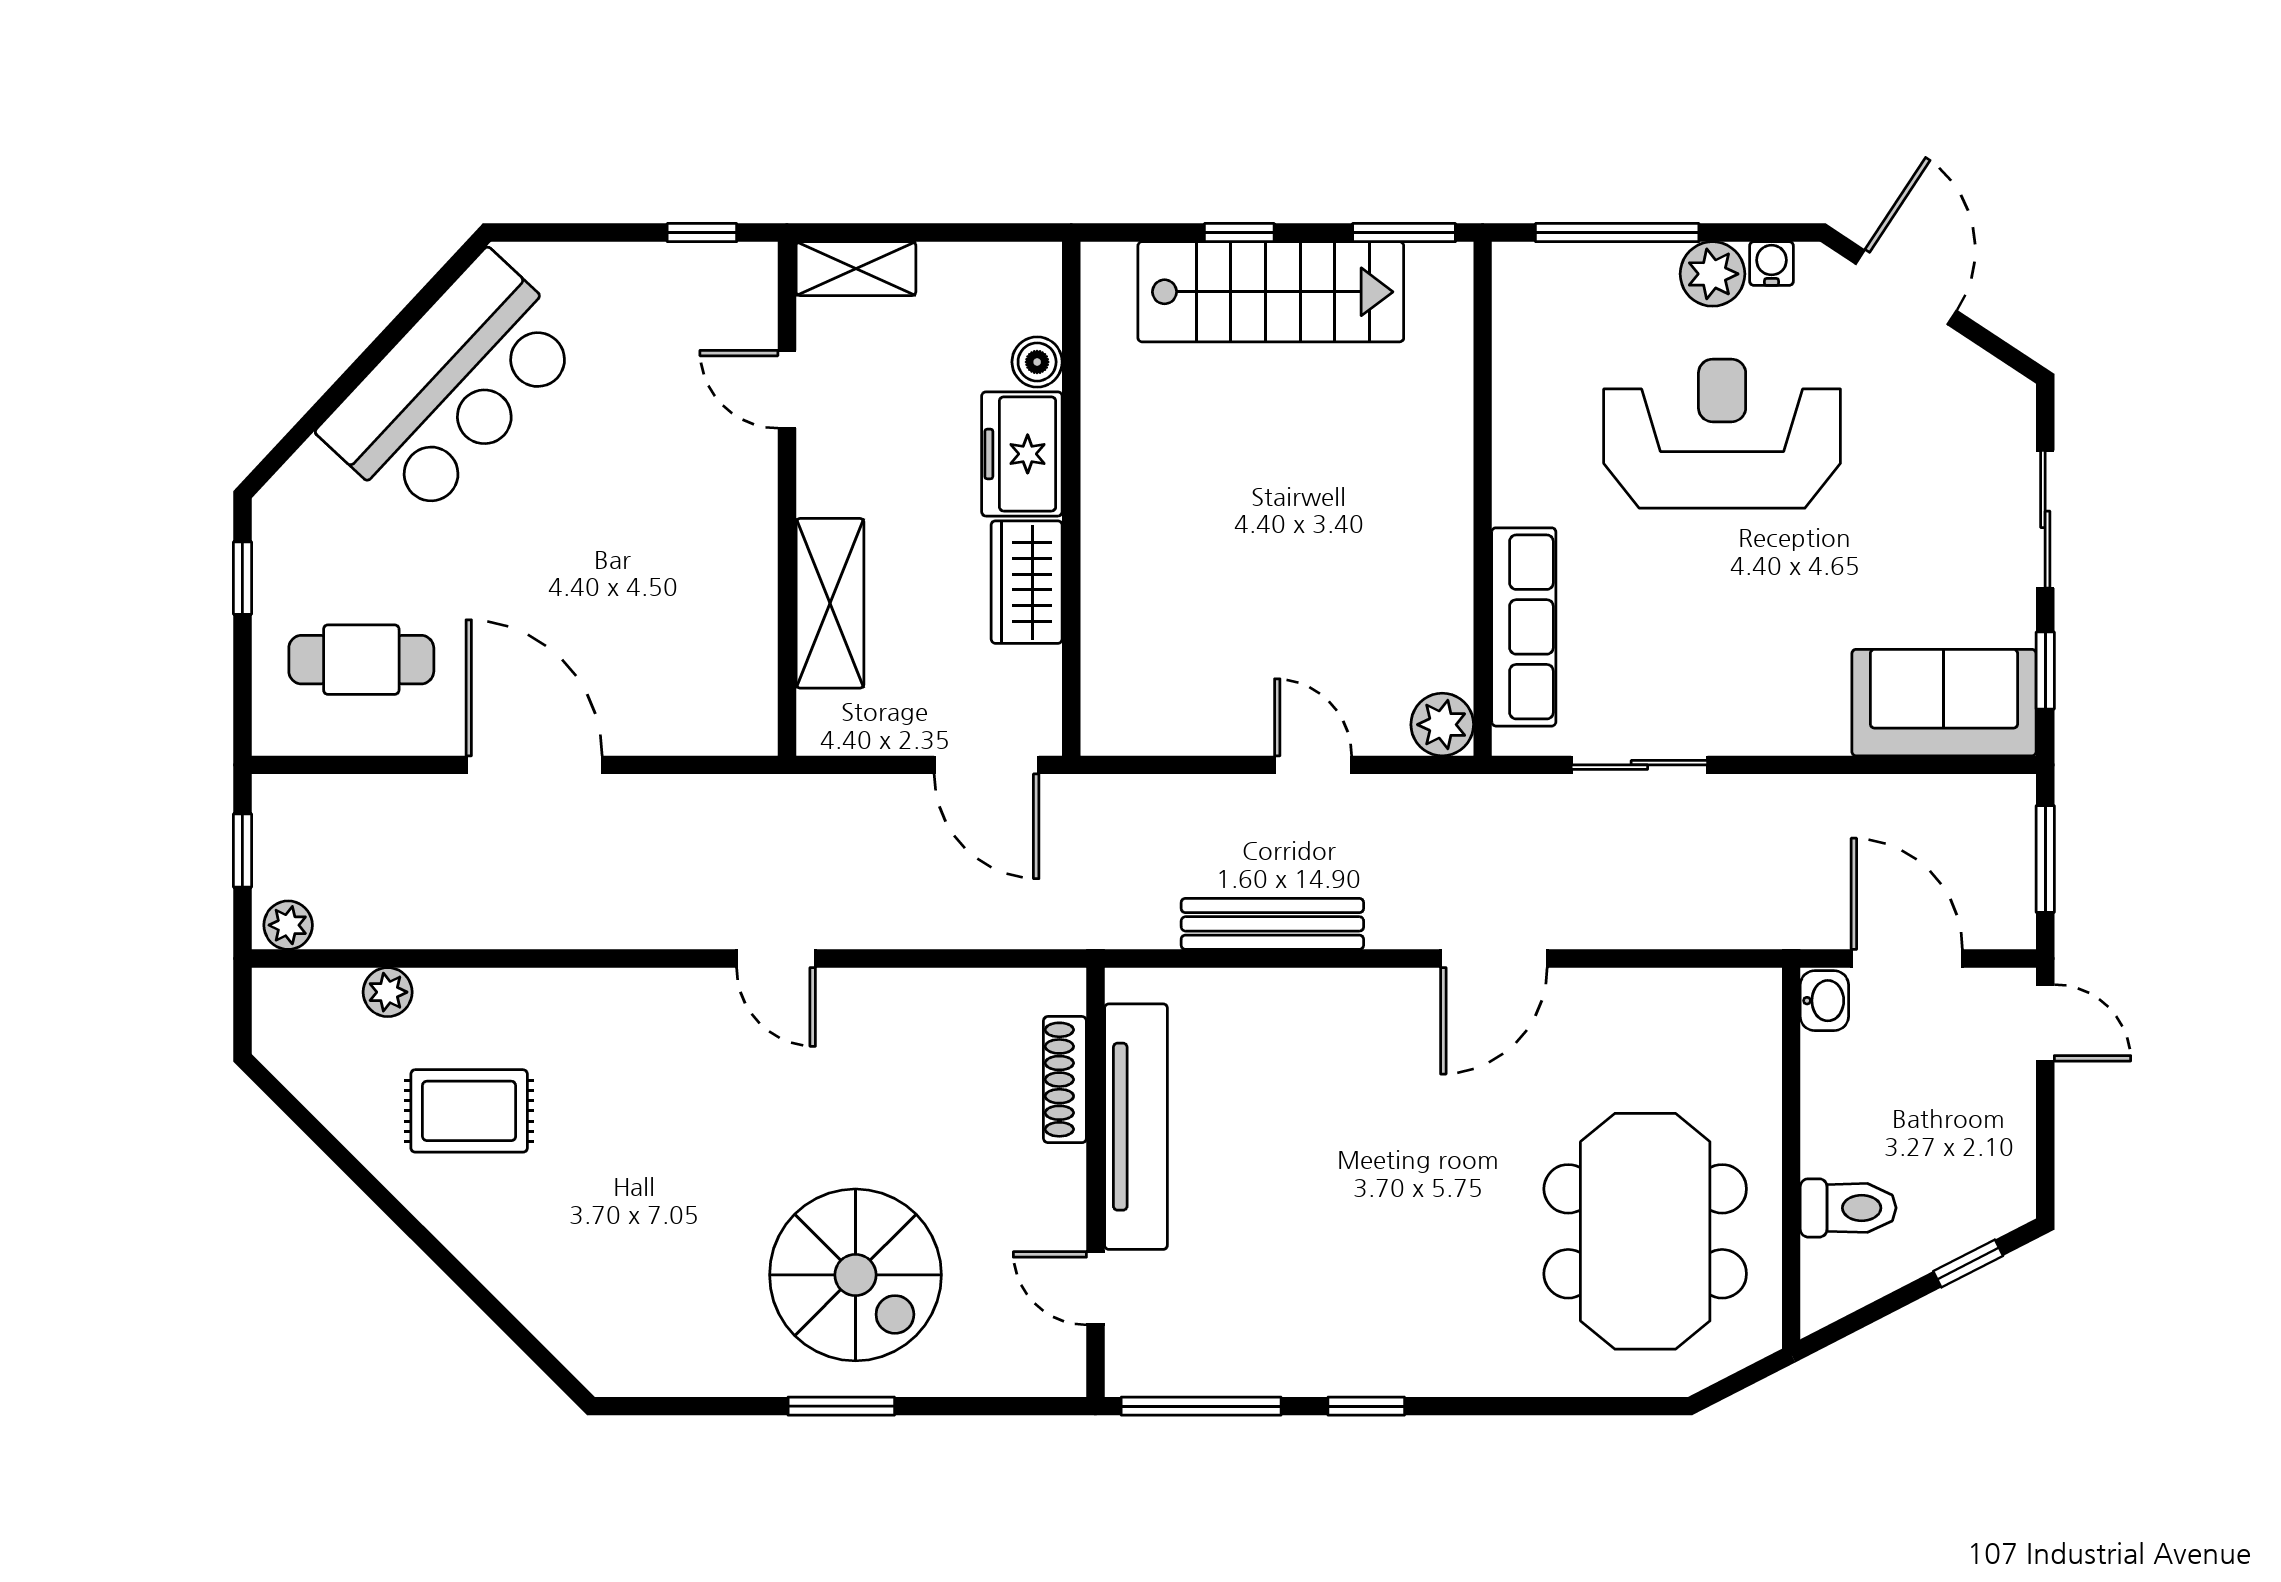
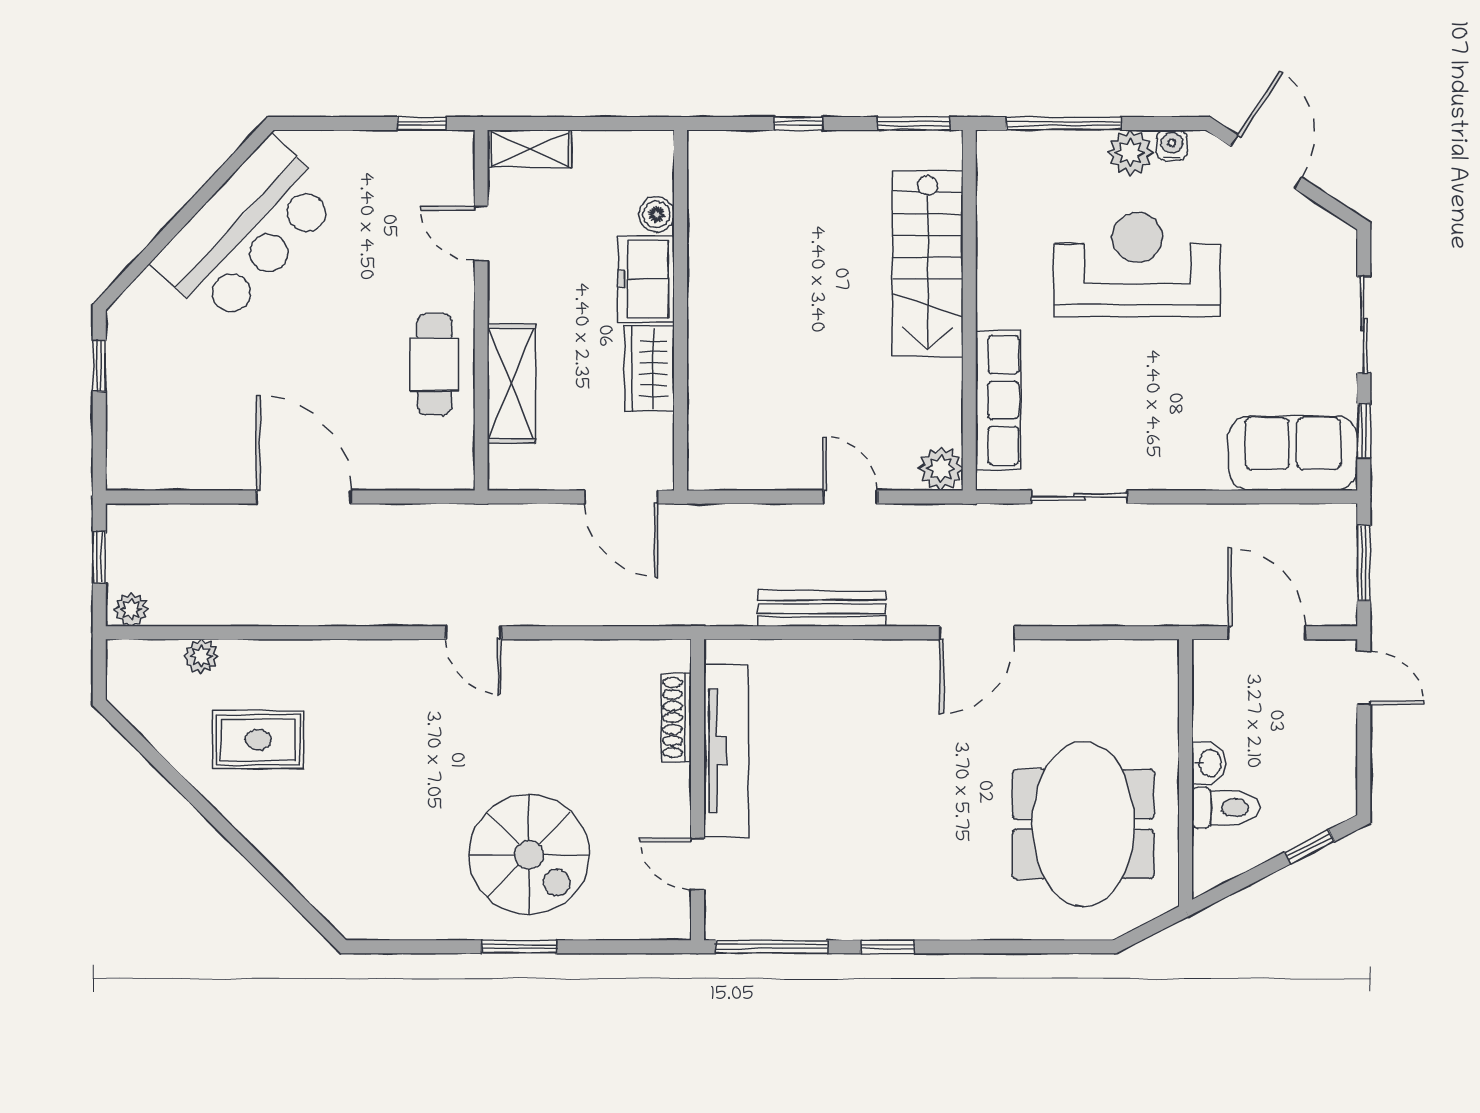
stairs: (1271, 292) -> (928, 264), moved, turned 90
cafe table: (361, 660) -> (434, 364), moved, turned 90
washbasin: (1824, 1001) -> (1209, 763), moved

